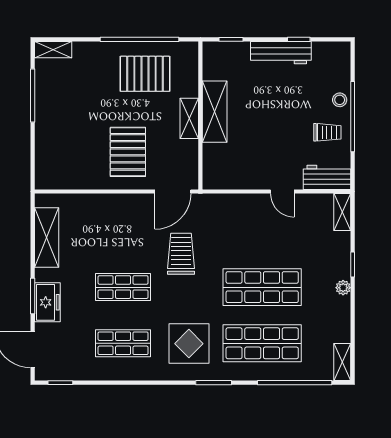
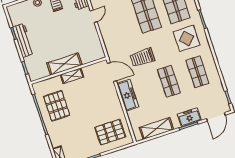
pallet: (128, 152) -> (110, 132), moved
freezer: (122, 206) -> (128, 95), added

